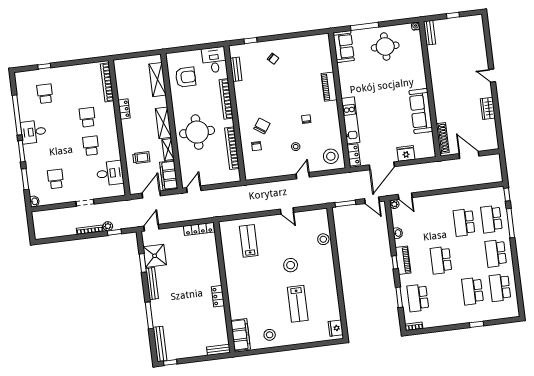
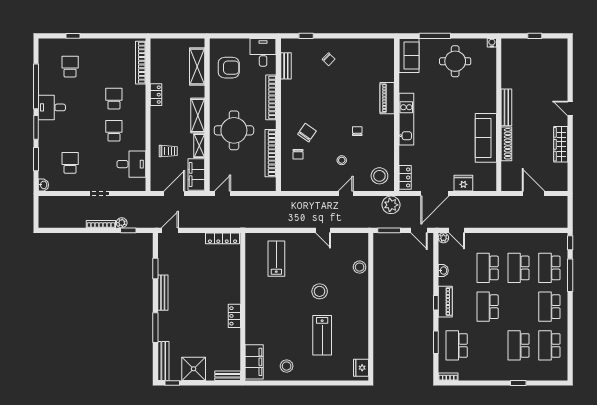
bench: (429, 33) -> (506, 107), moved, width x1.36
wardrobe: (488, 108) -> (561, 144), width x1.50
kitchen unit: (351, 120) -> (406, 119), moved
shoe rack: (443, 138) -> (506, 144), moved
plant: (344, 181) -> (391, 205), added
school desk: (437, 226) -> (488, 268), added
shower: (155, 256) -> (194, 369), moved

